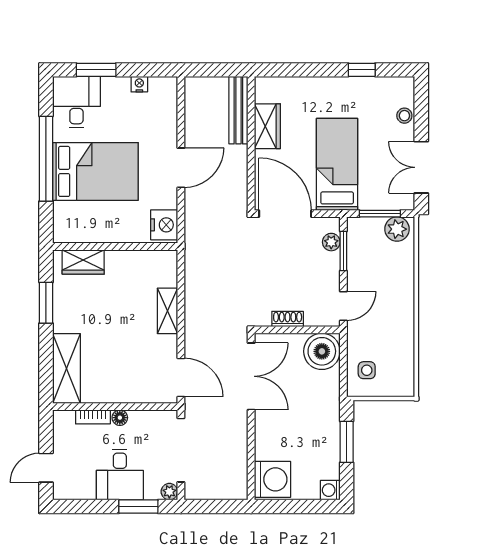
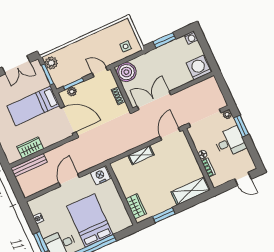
door: (181, 168) -> (69, 180), hinge flipped
door: (285, 214) -> (68, 120), swing flipped

